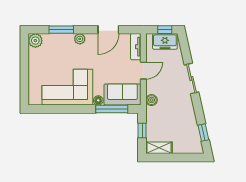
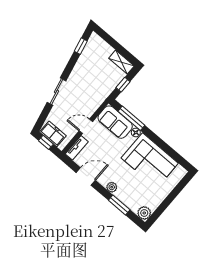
boiler: (152, 100) -> (98, 100), removed

